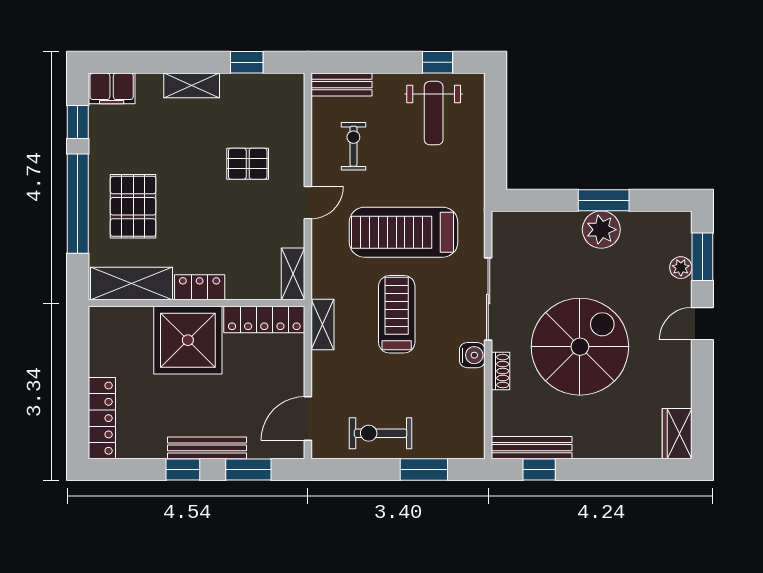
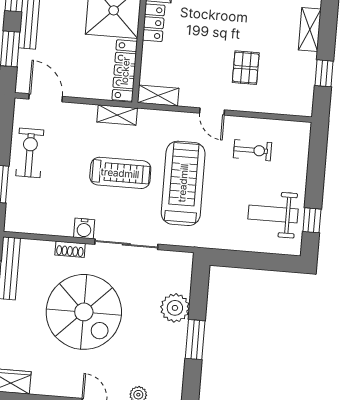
bench: (341, 85) -> (301, 145), removed
plant: (601, 230) -> (175, 308), moved

